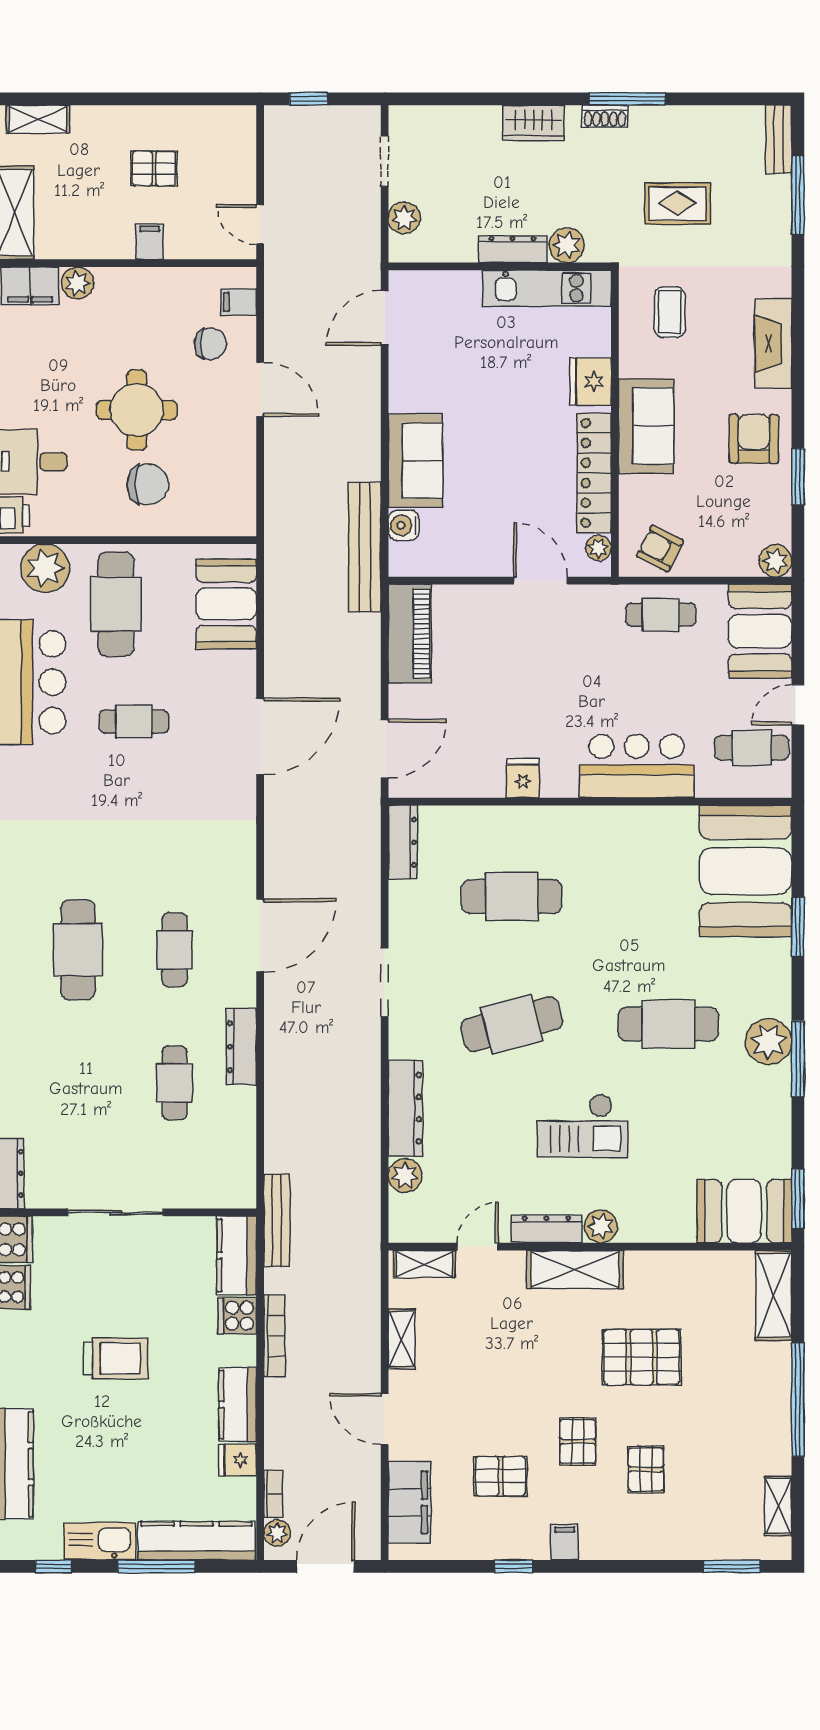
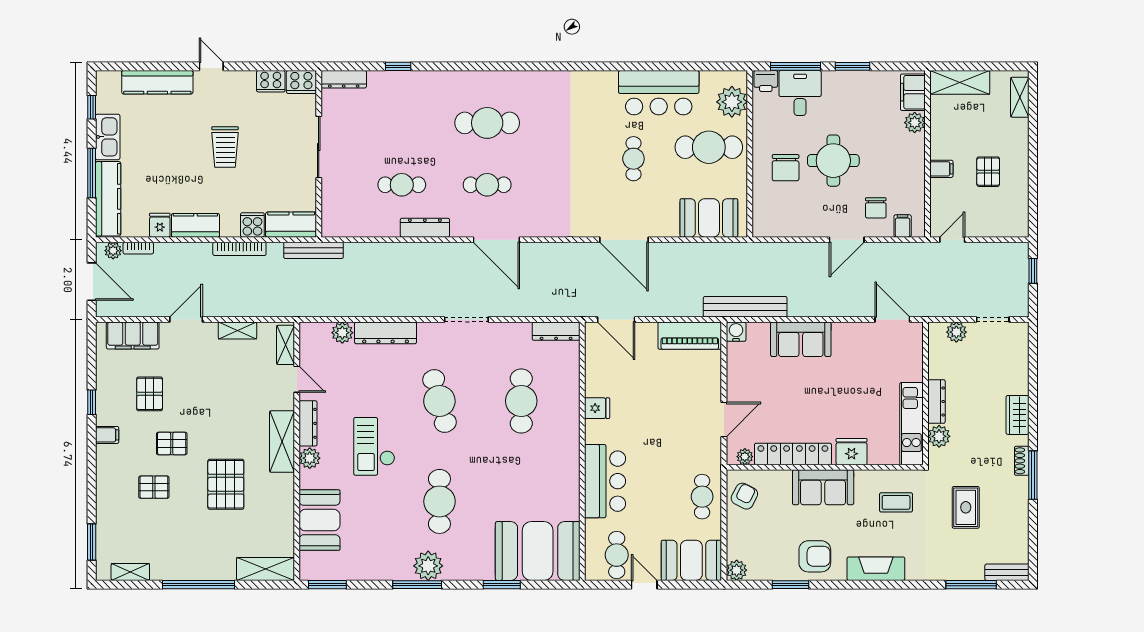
water cooler: (404, 525) -> (736, 332), moved
booth: (744, 1211) -> (320, 520), moved

